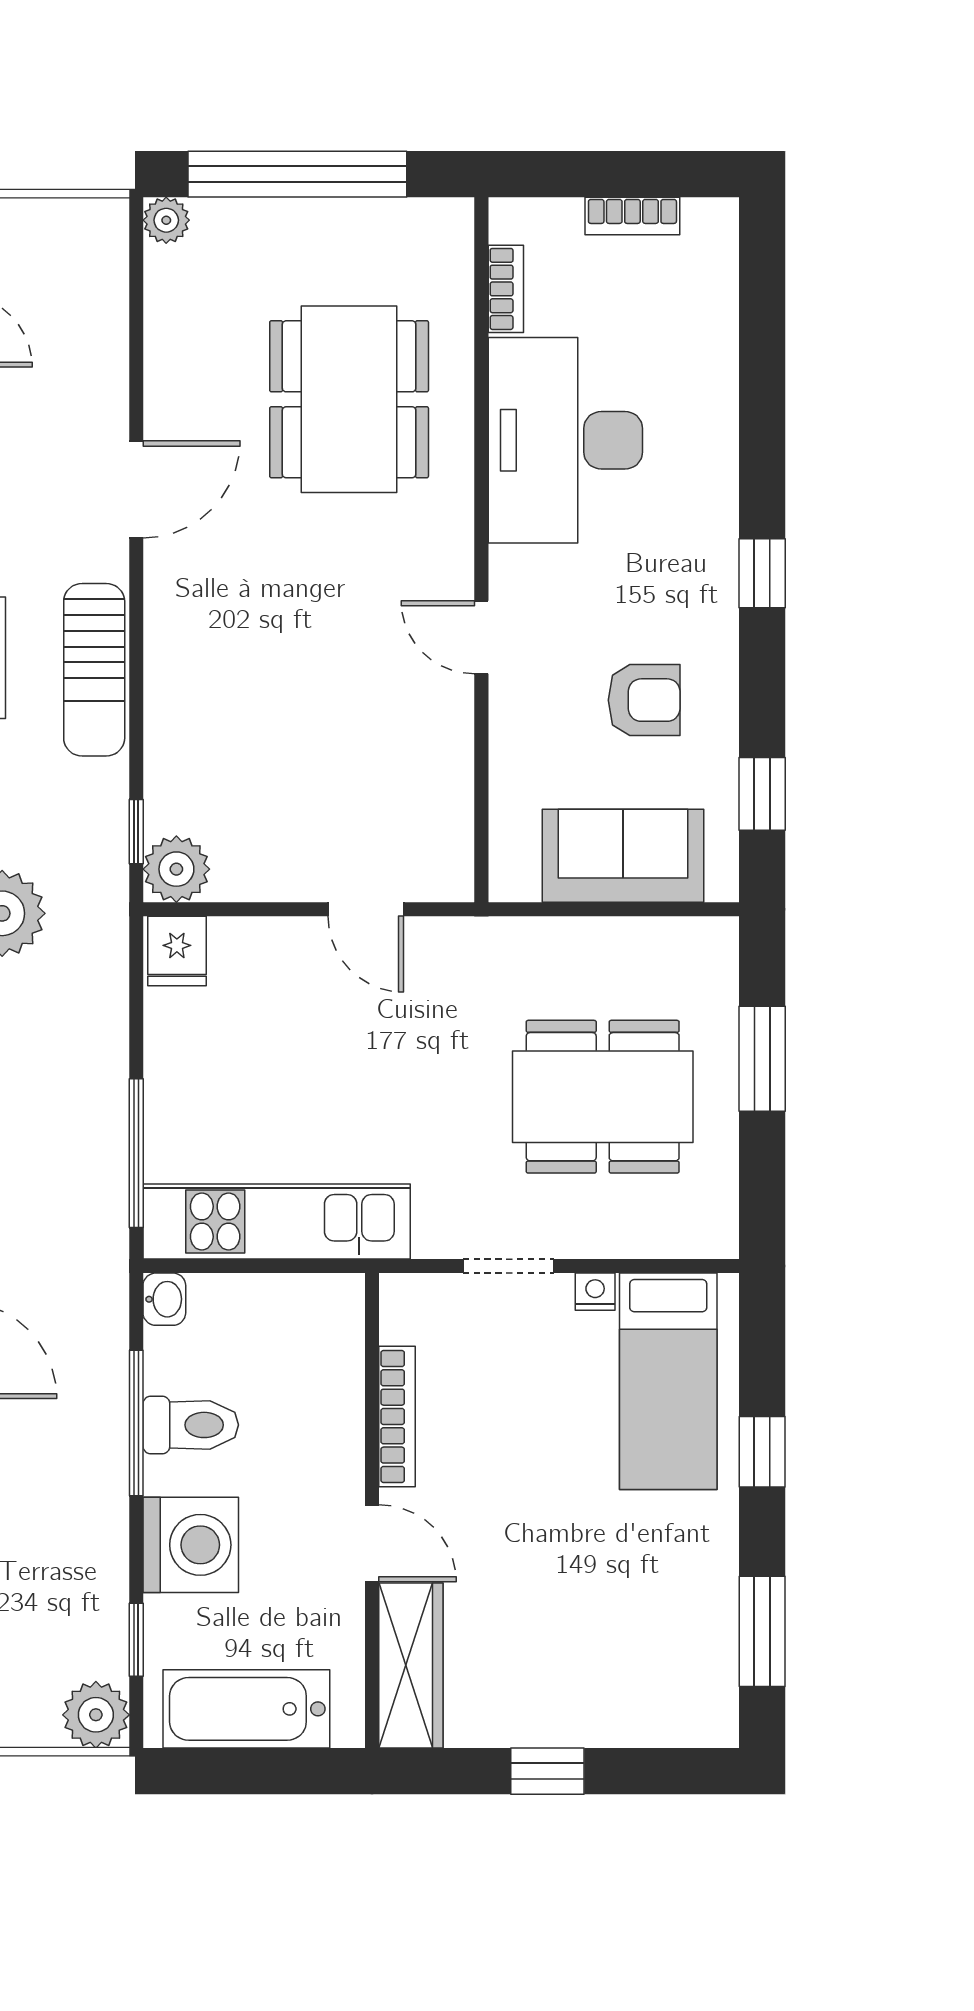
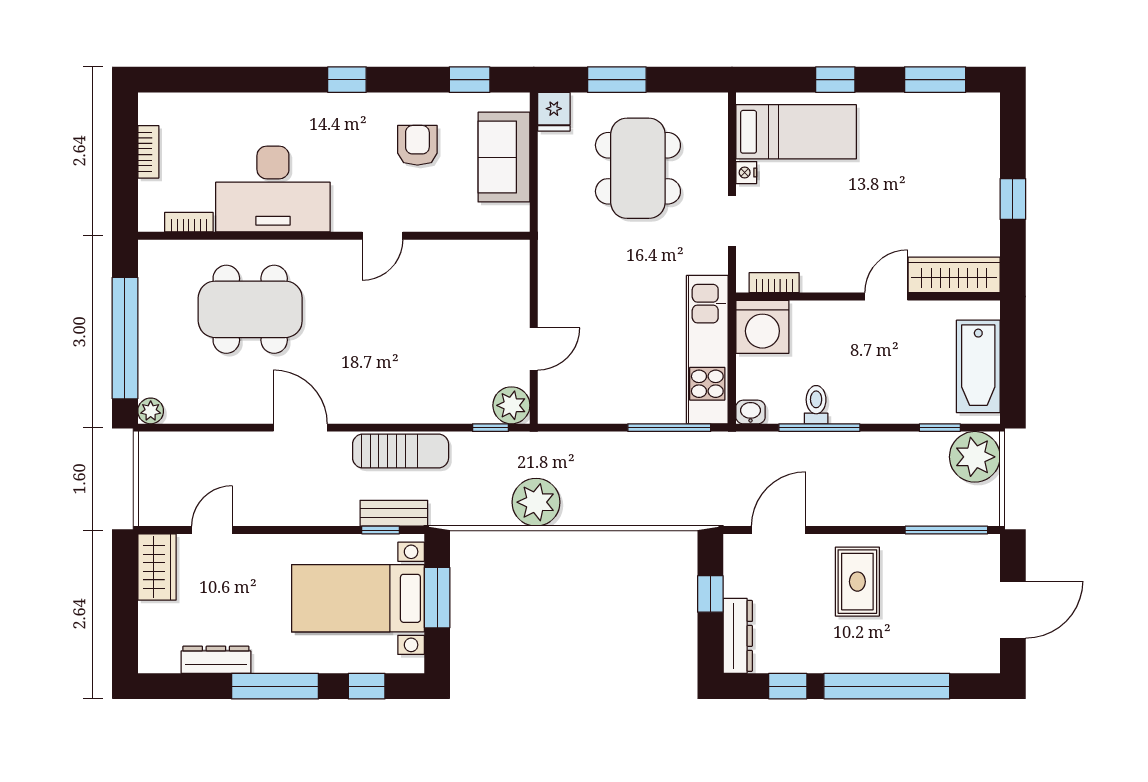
door: (366, 909) -> (534, 349), moved
fridge: (177, 951) -> (554, 112), moved, turned 90
bookcase: (397, 1416) -> (774, 283), moved, width x0.64
toilet: (191, 1425) -> (816, 405), width x0.73, depth x0.72
washing machine: (191, 1545) -> (762, 327), moved, turned 180
plant: (96, 1715) -> (975, 457), width x1.36, depth x1.36

